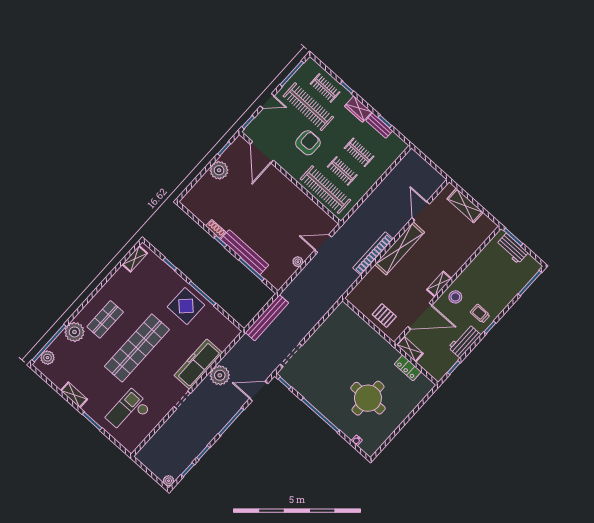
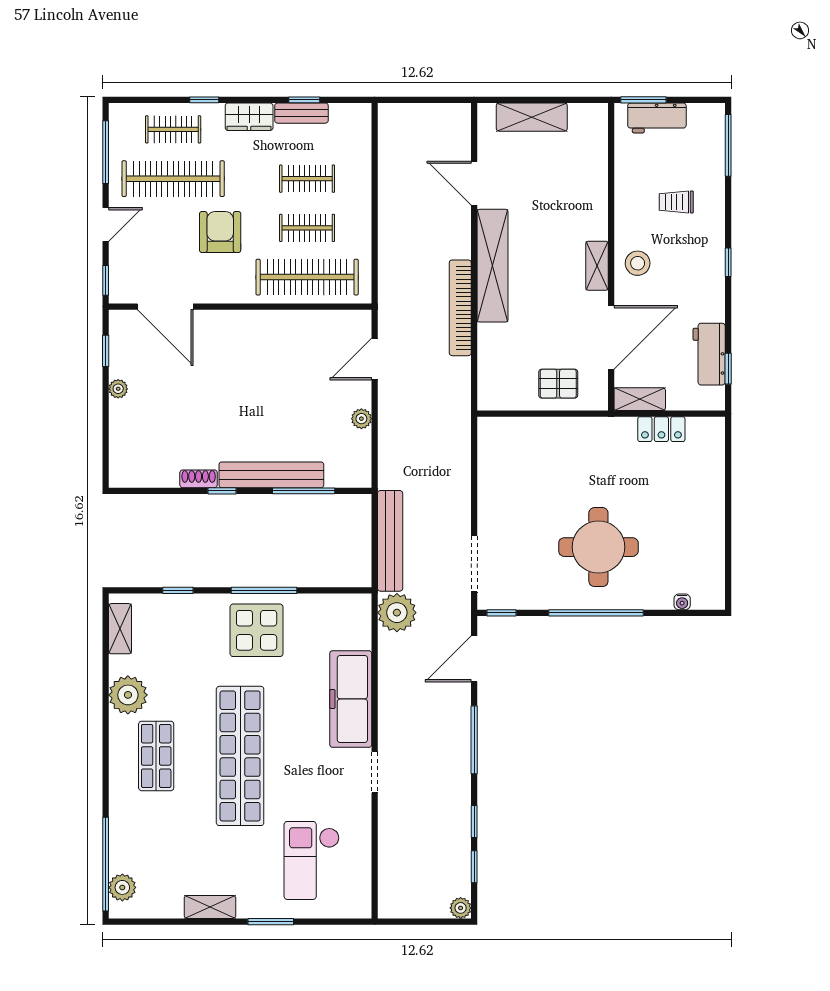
plant: (219, 170) -> (118, 389), width x0.53, depth x0.53
trolley: (480, 314) -> (676, 202), moved
plant: (74, 332) -> (128, 695), moved
workbench: (465, 341) -> (709, 354), moved
plant: (220, 375) -> (397, 613), moved
round table: (368, 398) -> (598, 547), moved

